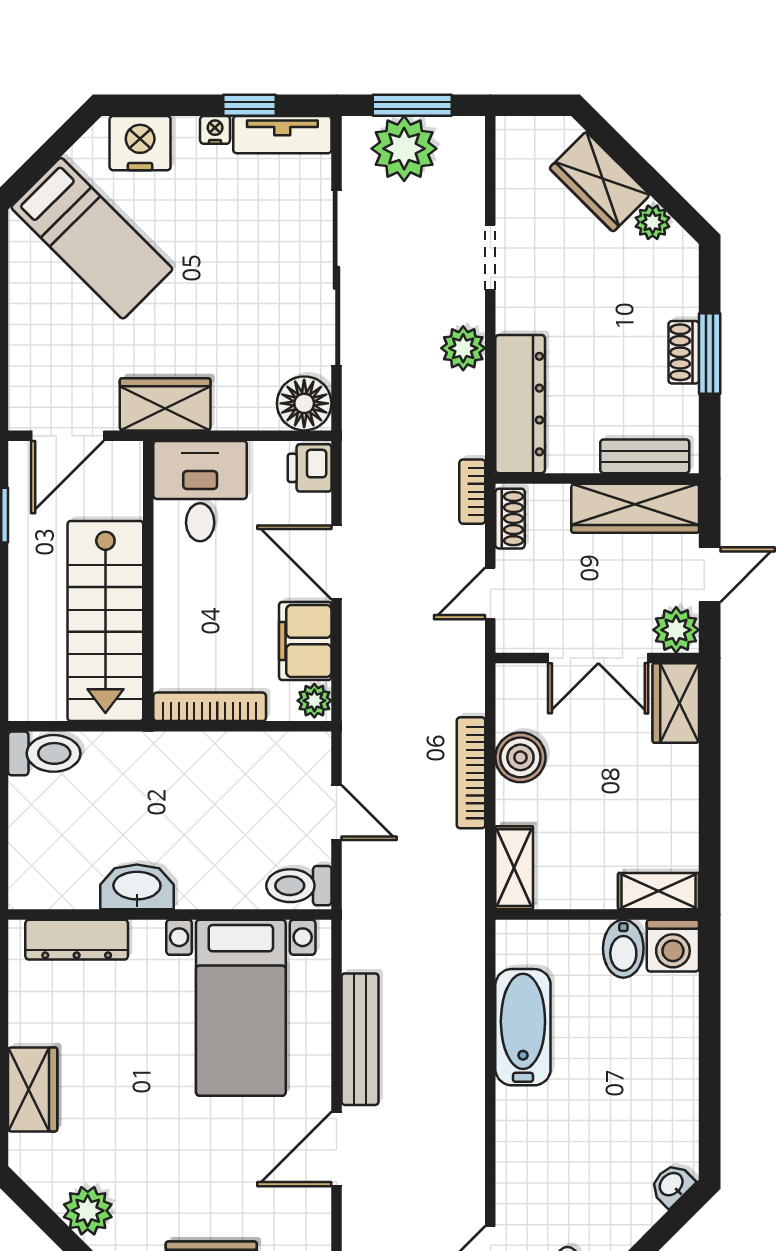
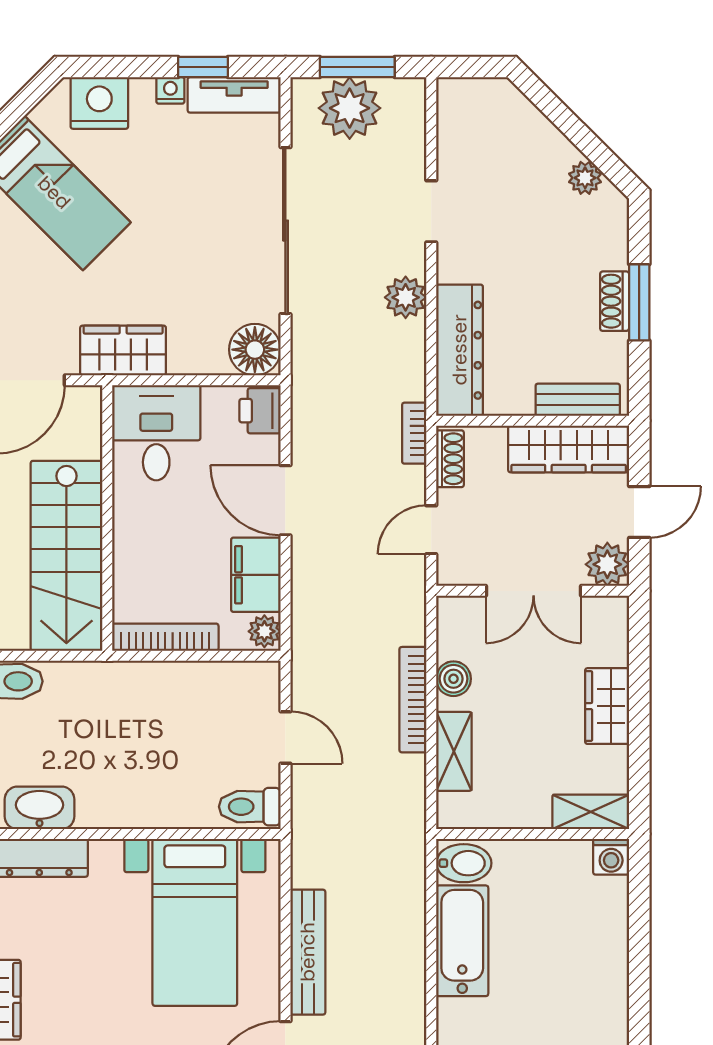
wardrobe: (600, 182) -> (535, 139), removed
wardrobe: (676, 703) -> (607, 706), moved
boiler: (520, 757) -> (454, 679), width x0.73, depth x0.73
shelving: (514, 868) -> (454, 751), moved
washbasin: (137, 887) -> (40, 808), moved
washing machine: (673, 946) -> (611, 857), width x0.73, depth x0.73
bidet: (623, 949) -> (464, 863), moved, turned -90

